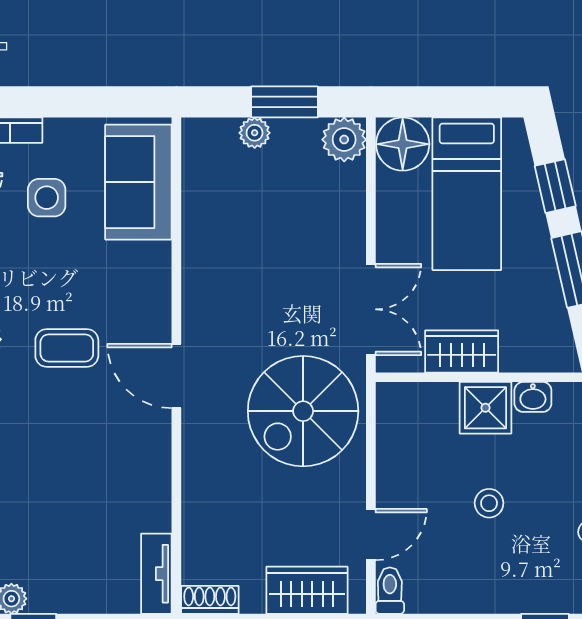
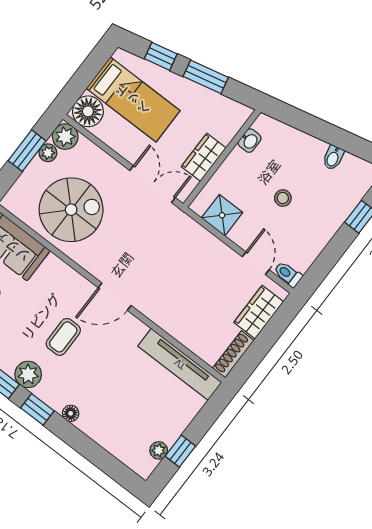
plant: (255, 133) -> (48, 153), moved
shower: (485, 408) -> (222, 215), moved
spiral stairs: (303, 411) -> (71, 210), moved, turned -90
tv unit: (156, 574) -> (180, 364), width x1.92, depth x1.29
shoe rack: (210, 600) -> (233, 354), width x1.43

